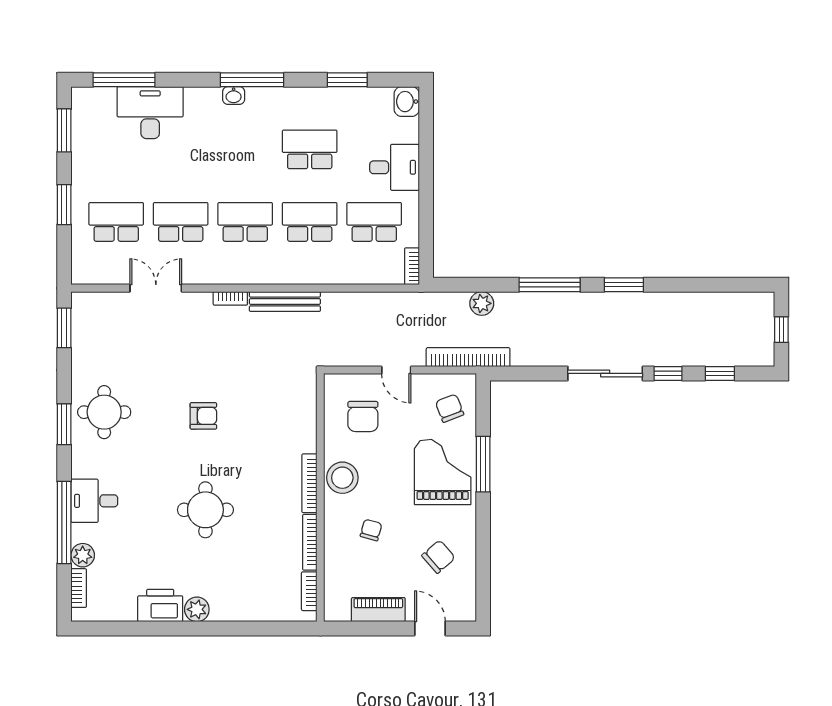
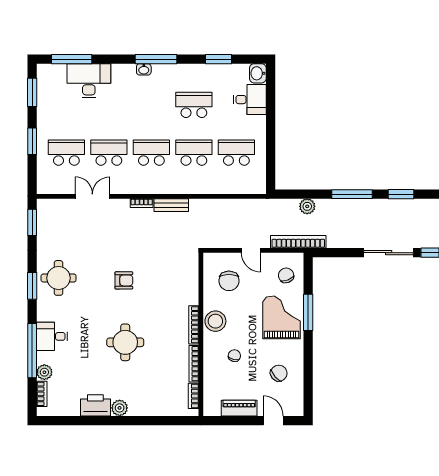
desk: (395, 167) -> (250, 100), moved
bookcase: (412, 266) -> (261, 182), removed
bench: (285, 301) -> (171, 205), width x0.73

